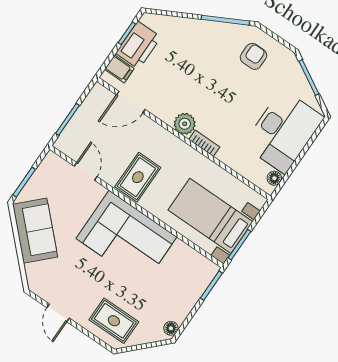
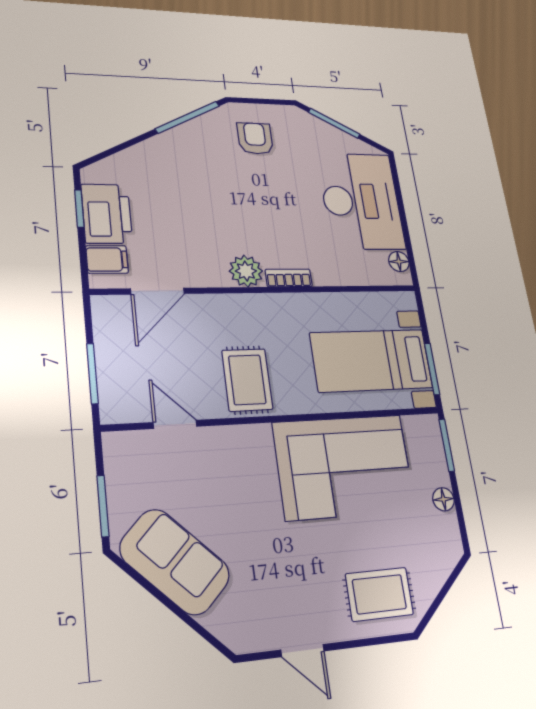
corner sofa: (126, 238) -> (344, 467), moved
floor lamp: (171, 328) -> (443, 499), moved

